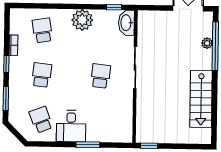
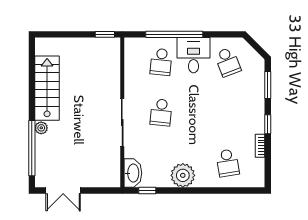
plant: (207, 43) -> (41, 128), moved
school desk: (42, 75) -> (161, 62), moved
window: (88, 145) -> (174, 34), width x2.11

